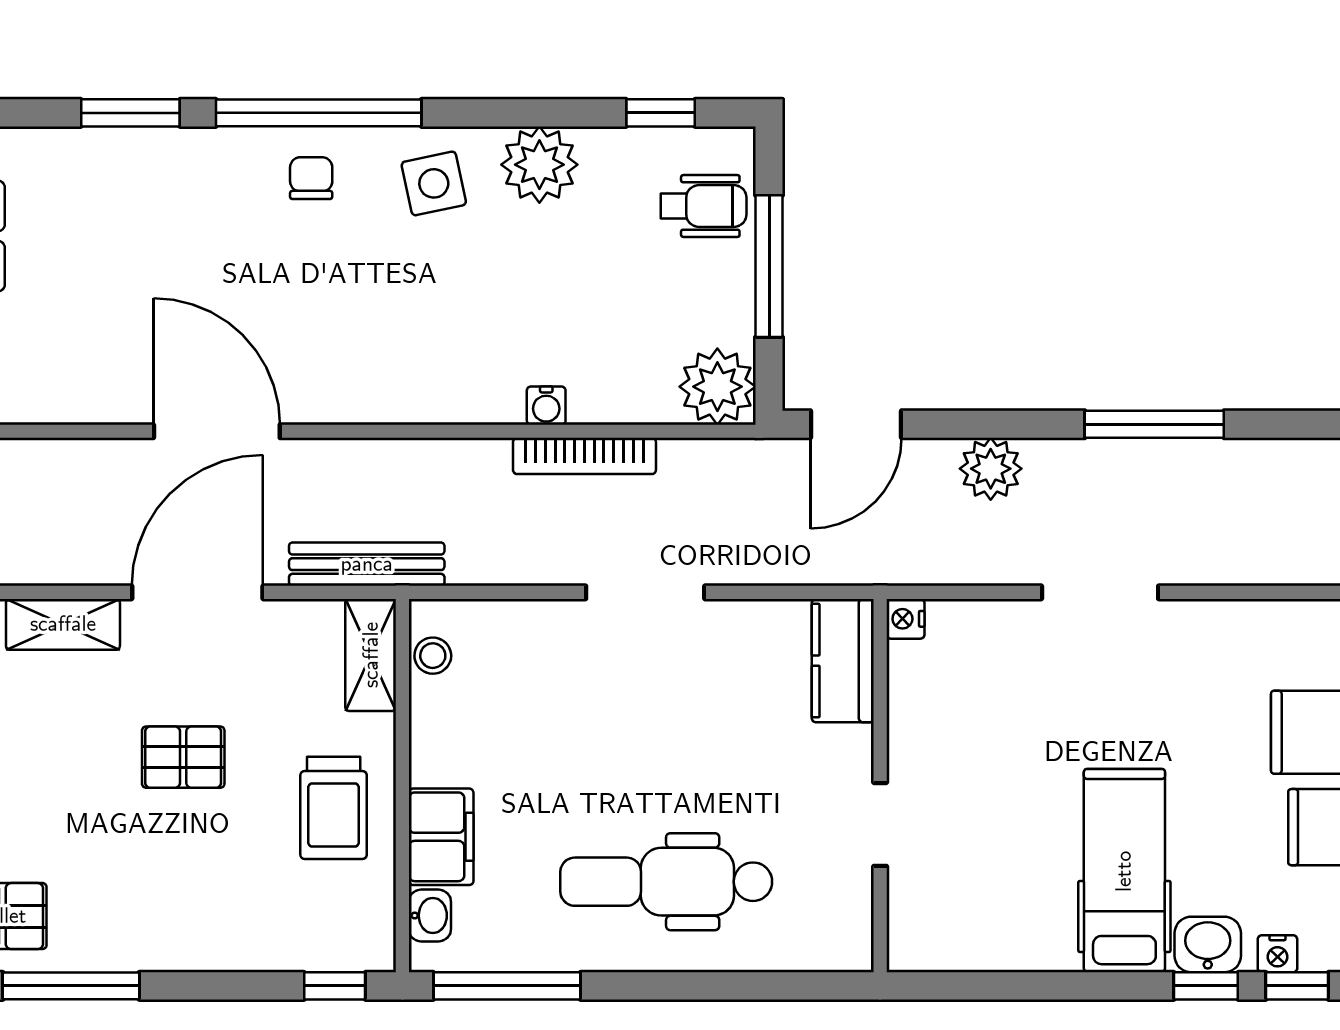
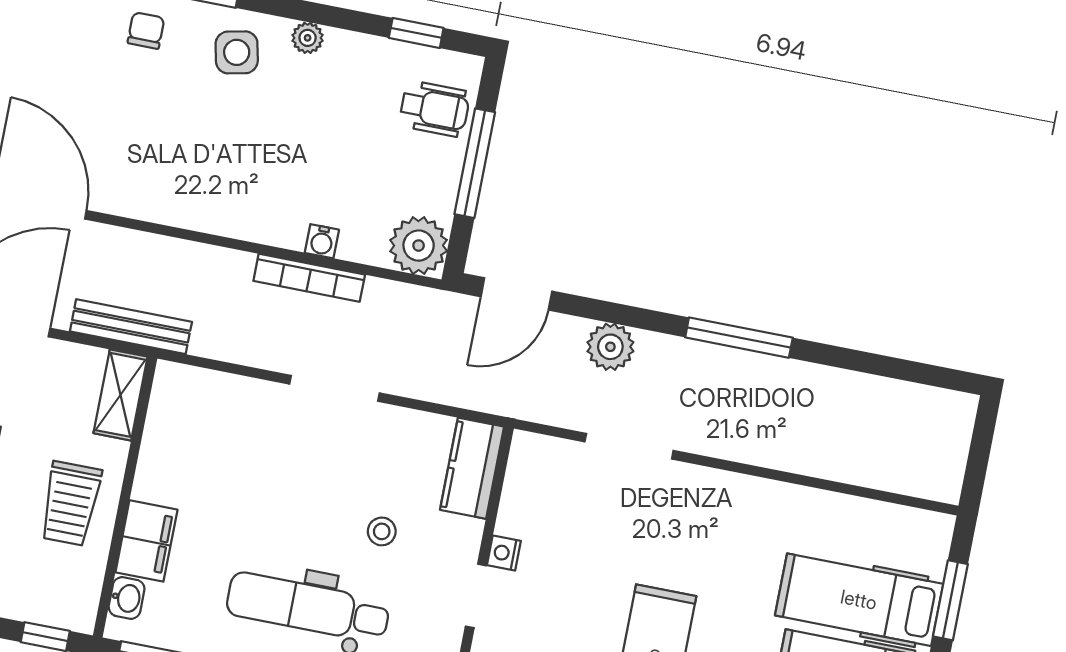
plant: (539, 165) -> (308, 38), width x0.53, depth x0.53
water cooler: (546, 406) -> (322, 241), moved
doorway: (1100, 592) -> (629, 446), moved
nightstand: (905, 619) -> (504, 553), moved
stool: (433, 656) -> (382, 531), moved

